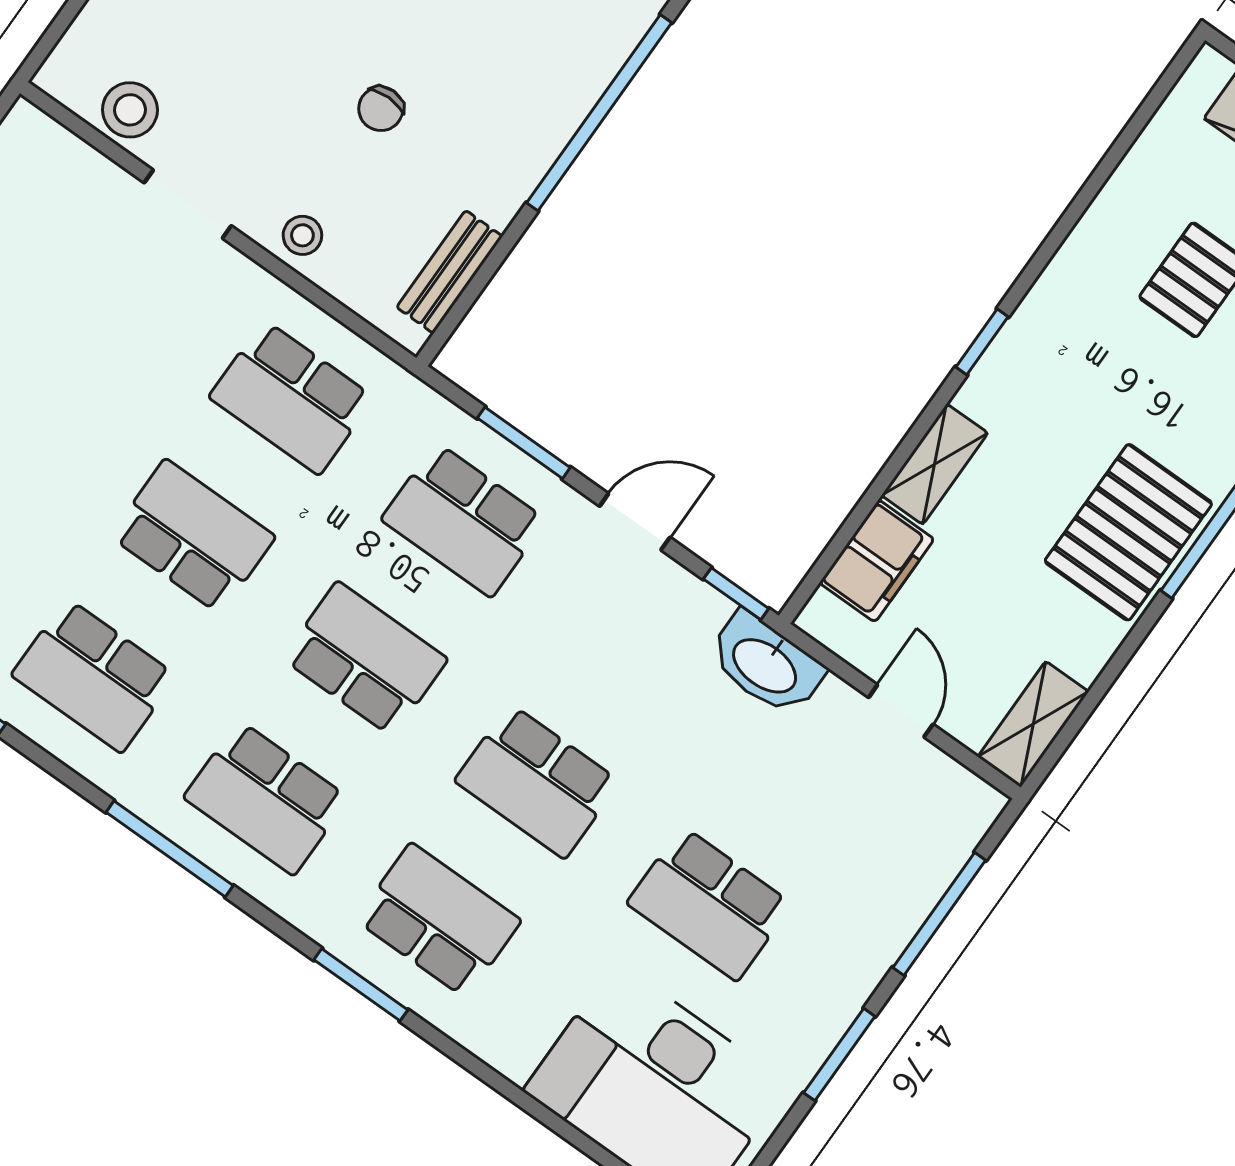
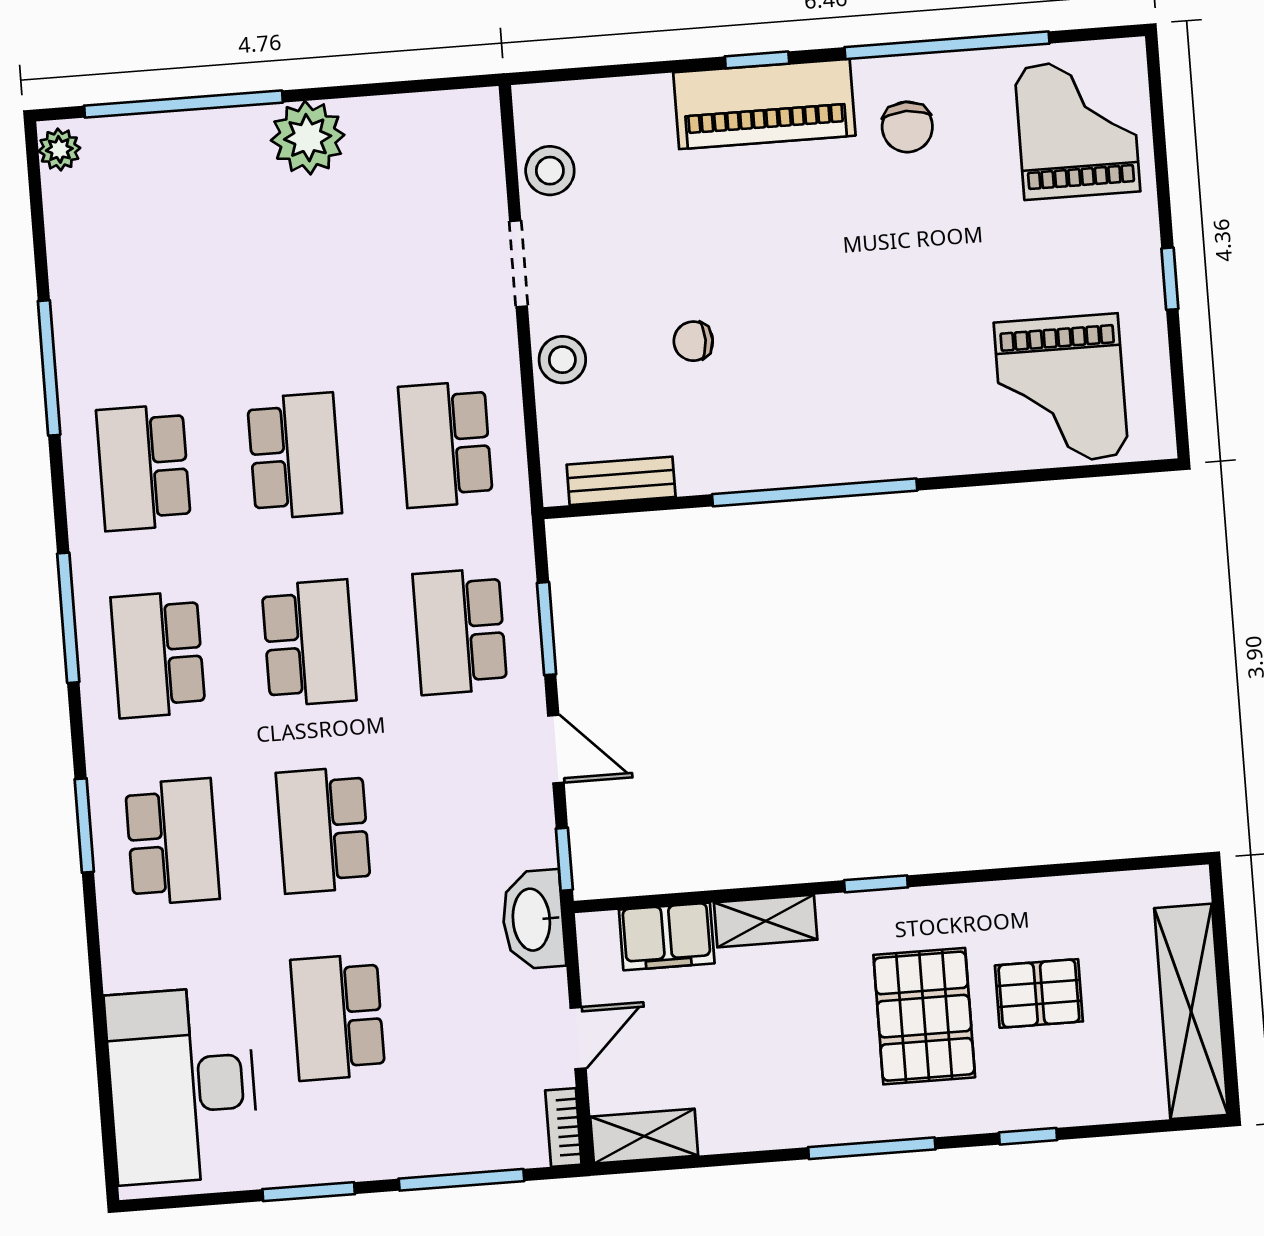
stool: (302, 235) -> (562, 360), width x1.37, depth x1.37
pallet: (1128, 532) -> (924, 1016), moved, turned 90
bookcase: (968, 788) -> (563, 1127), added

